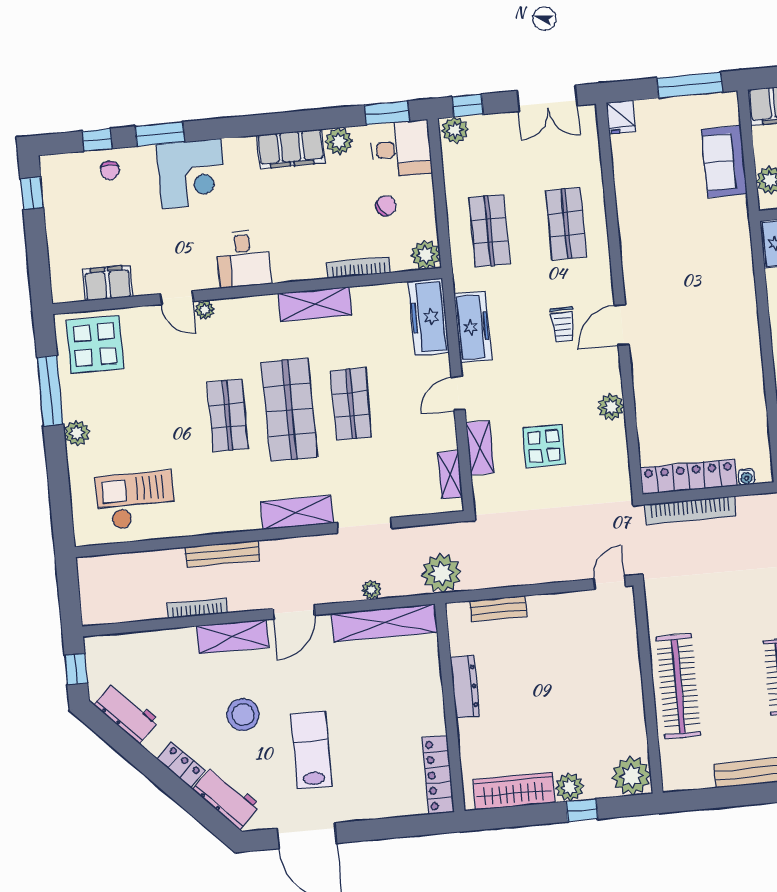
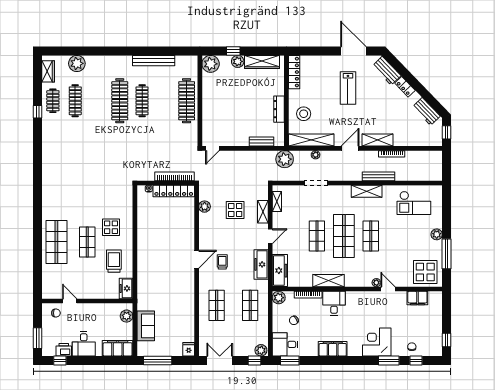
plant: (339, 141) -> (312, 350), removed
desk: (243, 259) -> (334, 303), moved
plant: (611, 407) -> (205, 207), moved
shelving: (297, 512) -> (367, 191), moved
stool: (243, 715) -> (304, 114), moved

